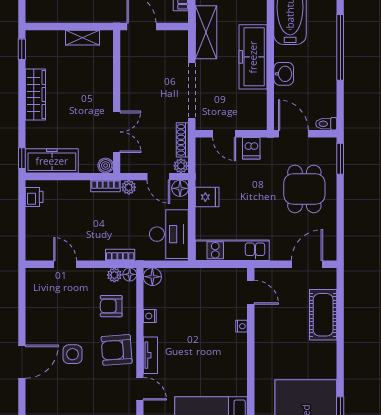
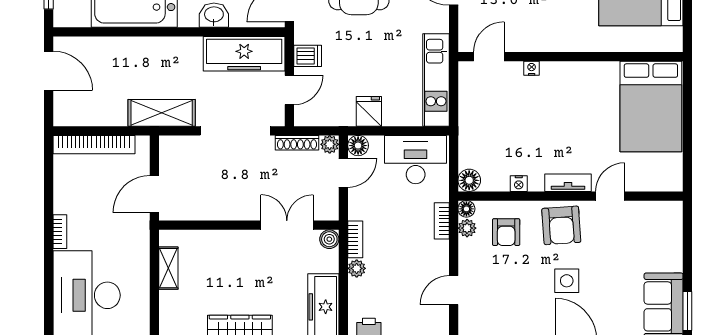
freezer: (253, 57) -> (244, 54), moved
plant: (129, 187) -> (357, 268), moved

